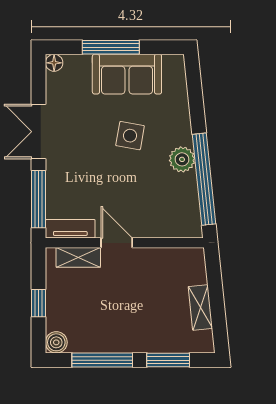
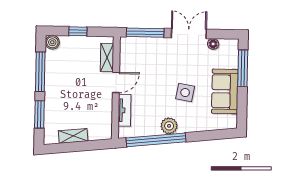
window: (111, 47) -> (243, 68), moved
floor lamp: (54, 63) -> (213, 44), moved
tv unit: (70, 229) -> (125, 110), moved

